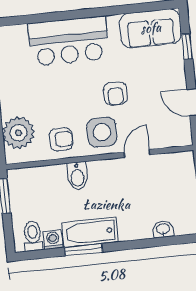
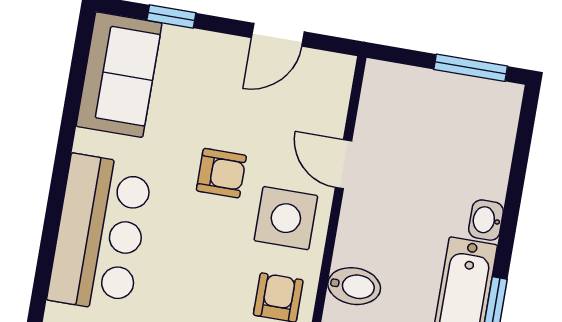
washbasin: (163, 229) -> (486, 220), moved

